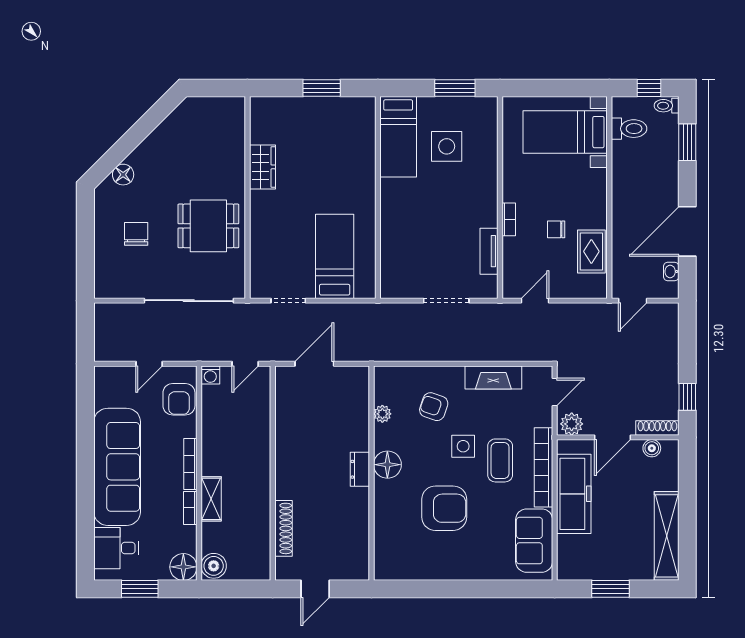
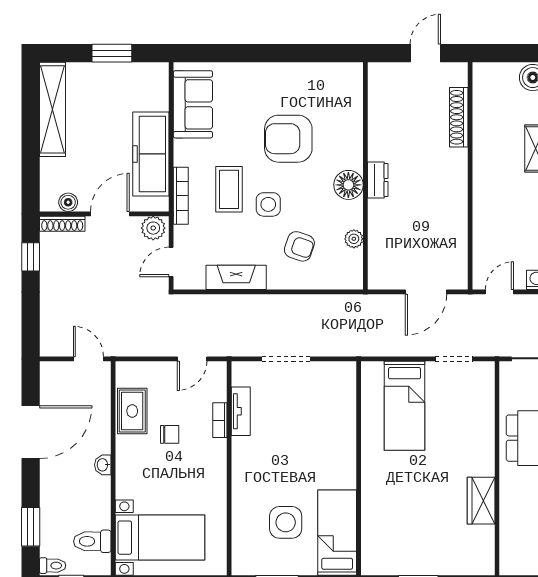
bookcase: (509, 219) -> (220, 420), moved
washbasin: (671, 271) -> (103, 465), moved, turned 180
door: (633, 301) -> (88, 359), hinge flipped
bookcase: (544, 467) -> (181, 196), width x0.68, depth x0.76

